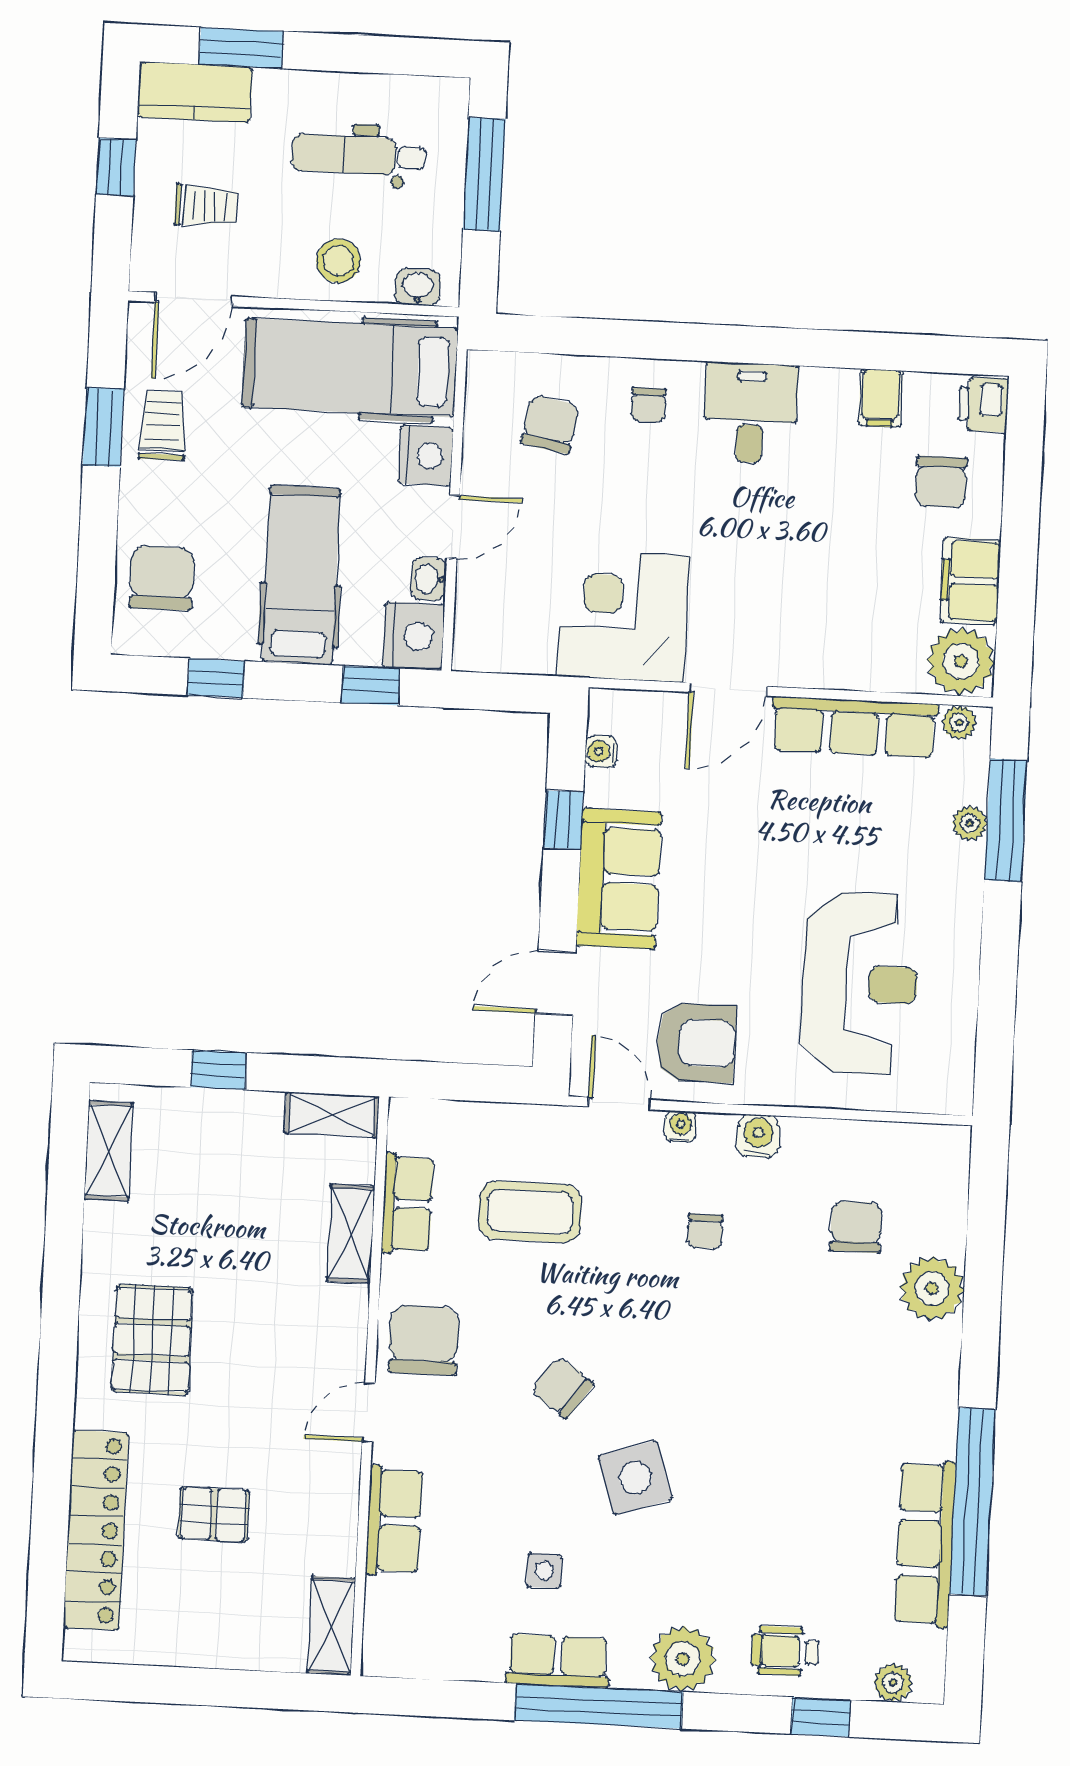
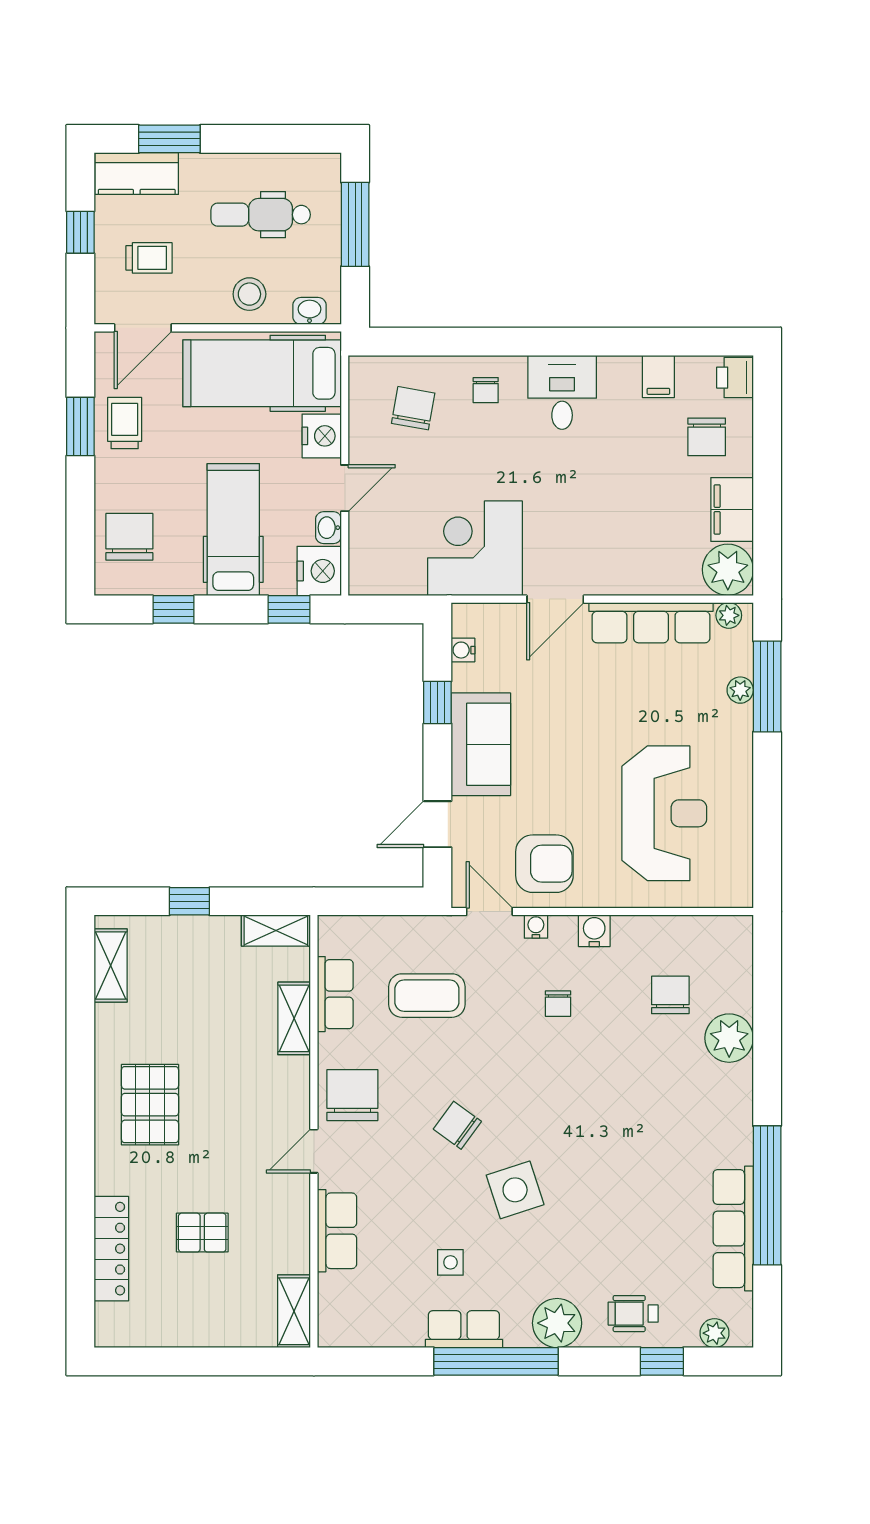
locker: (96, 1530) -> (111, 1249), width x0.71, depth x0.83

